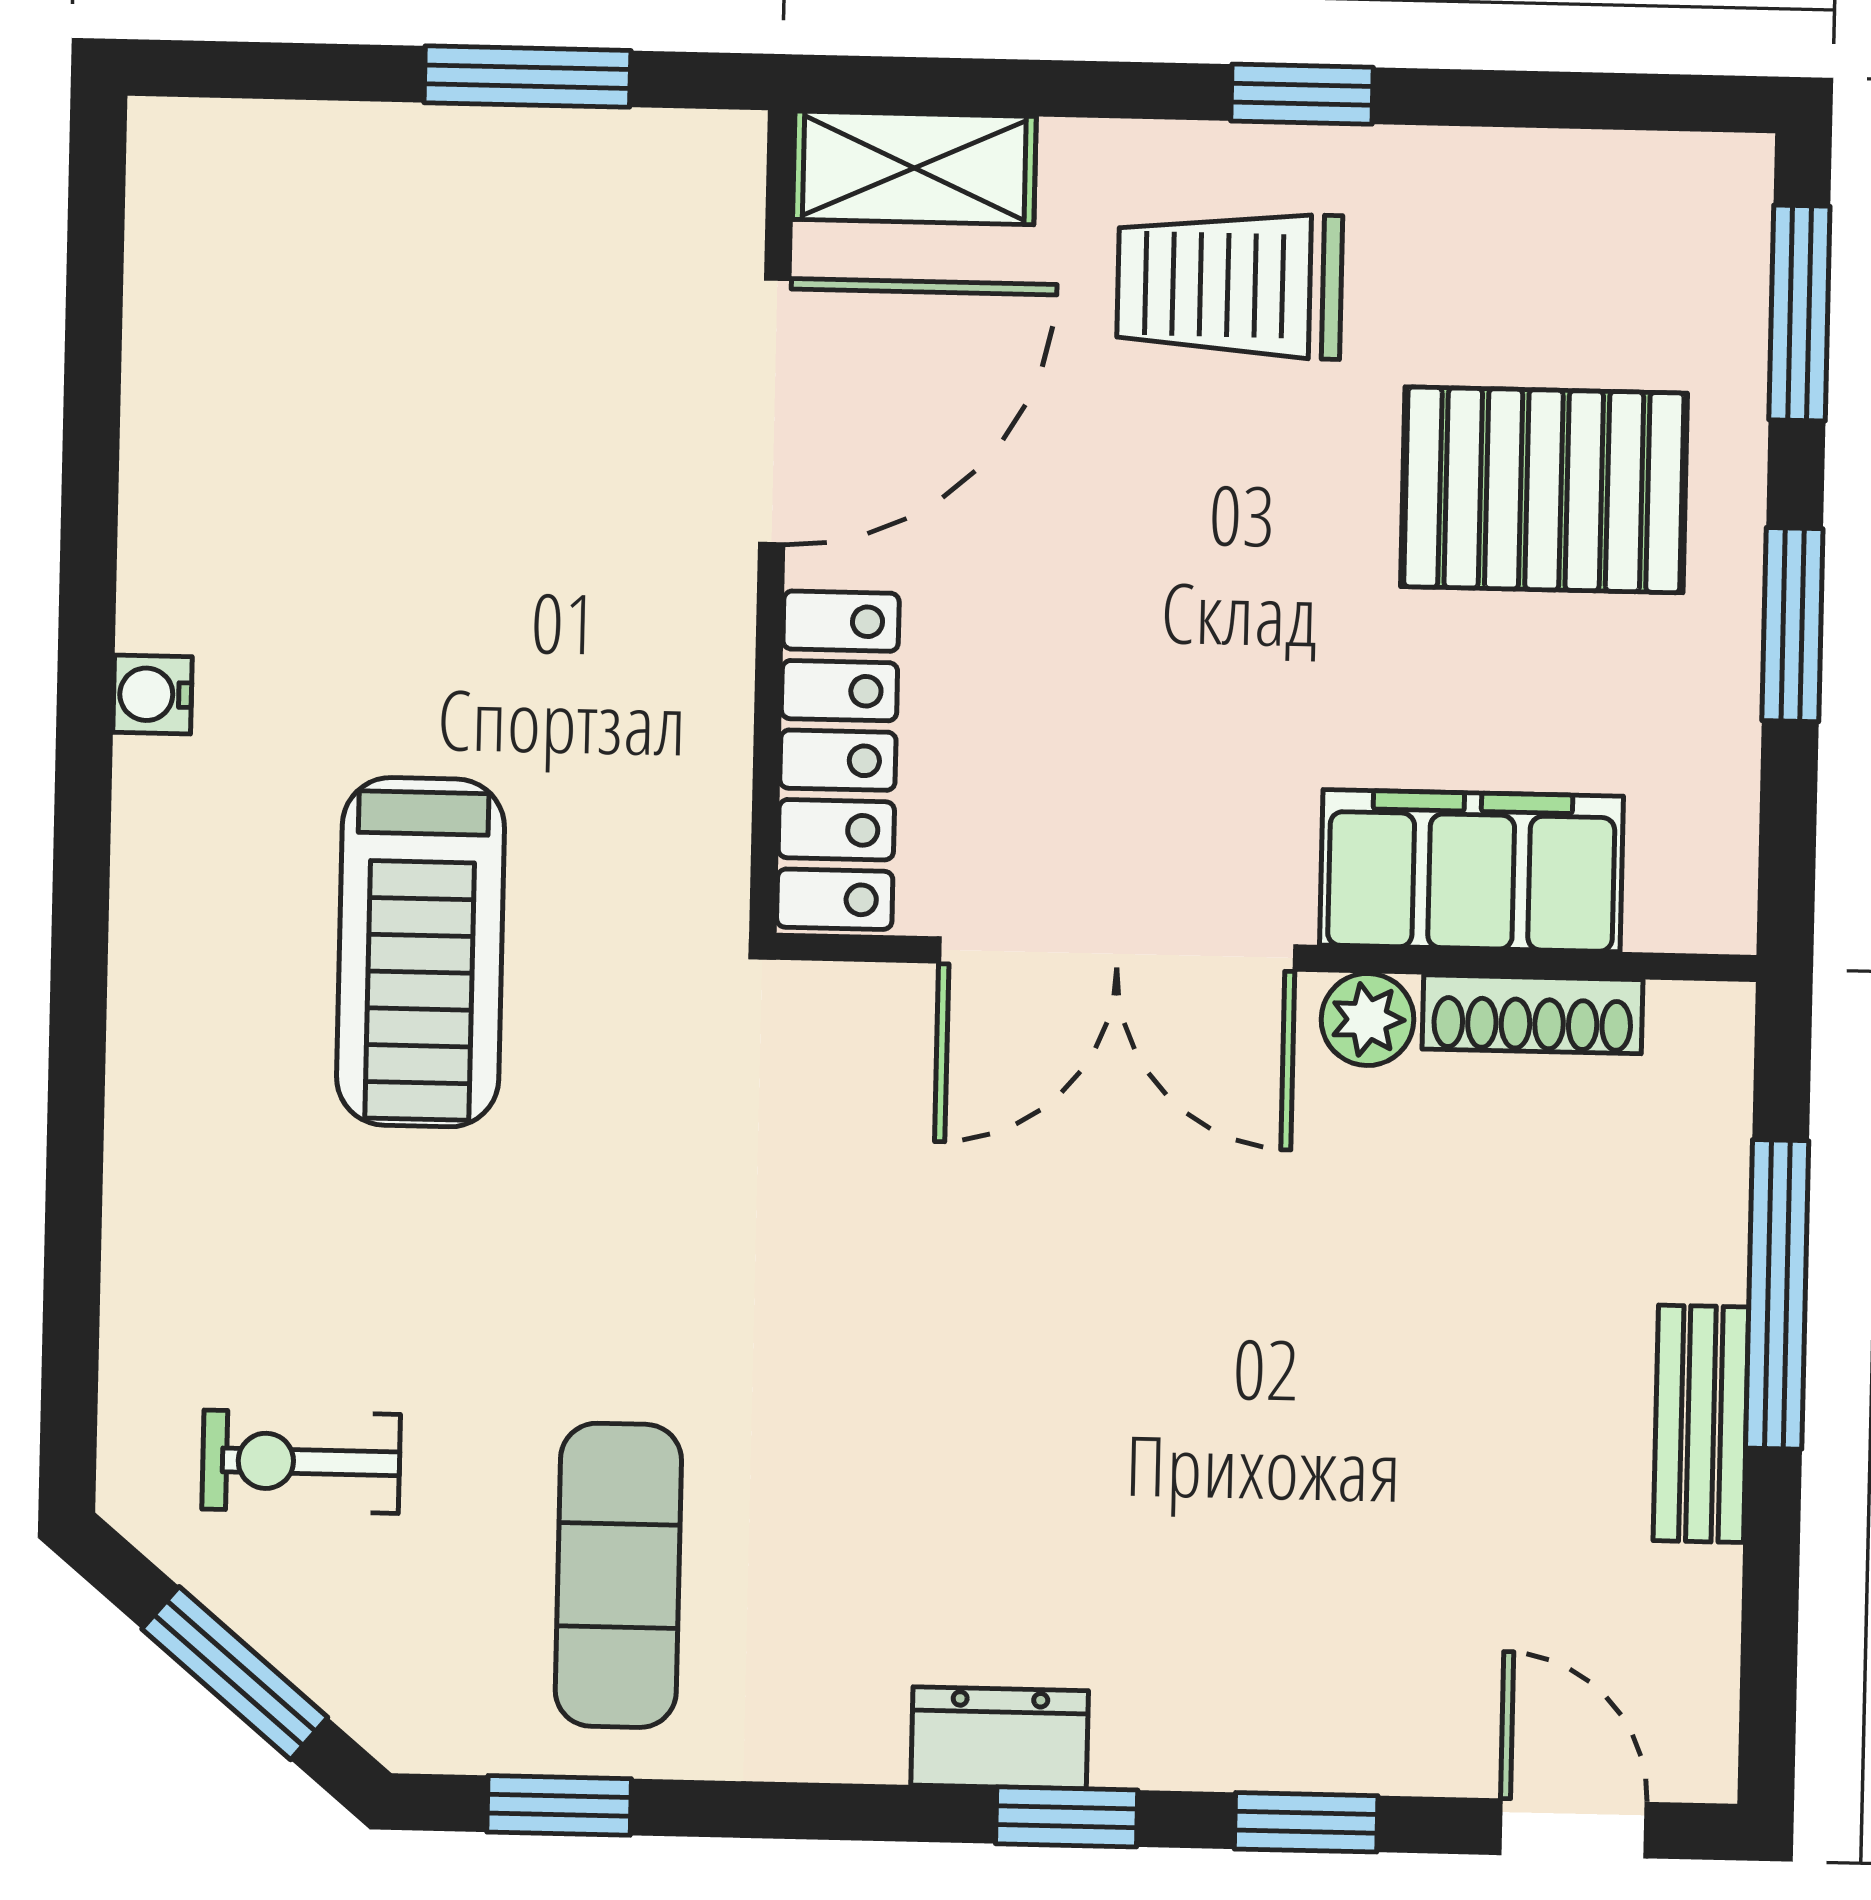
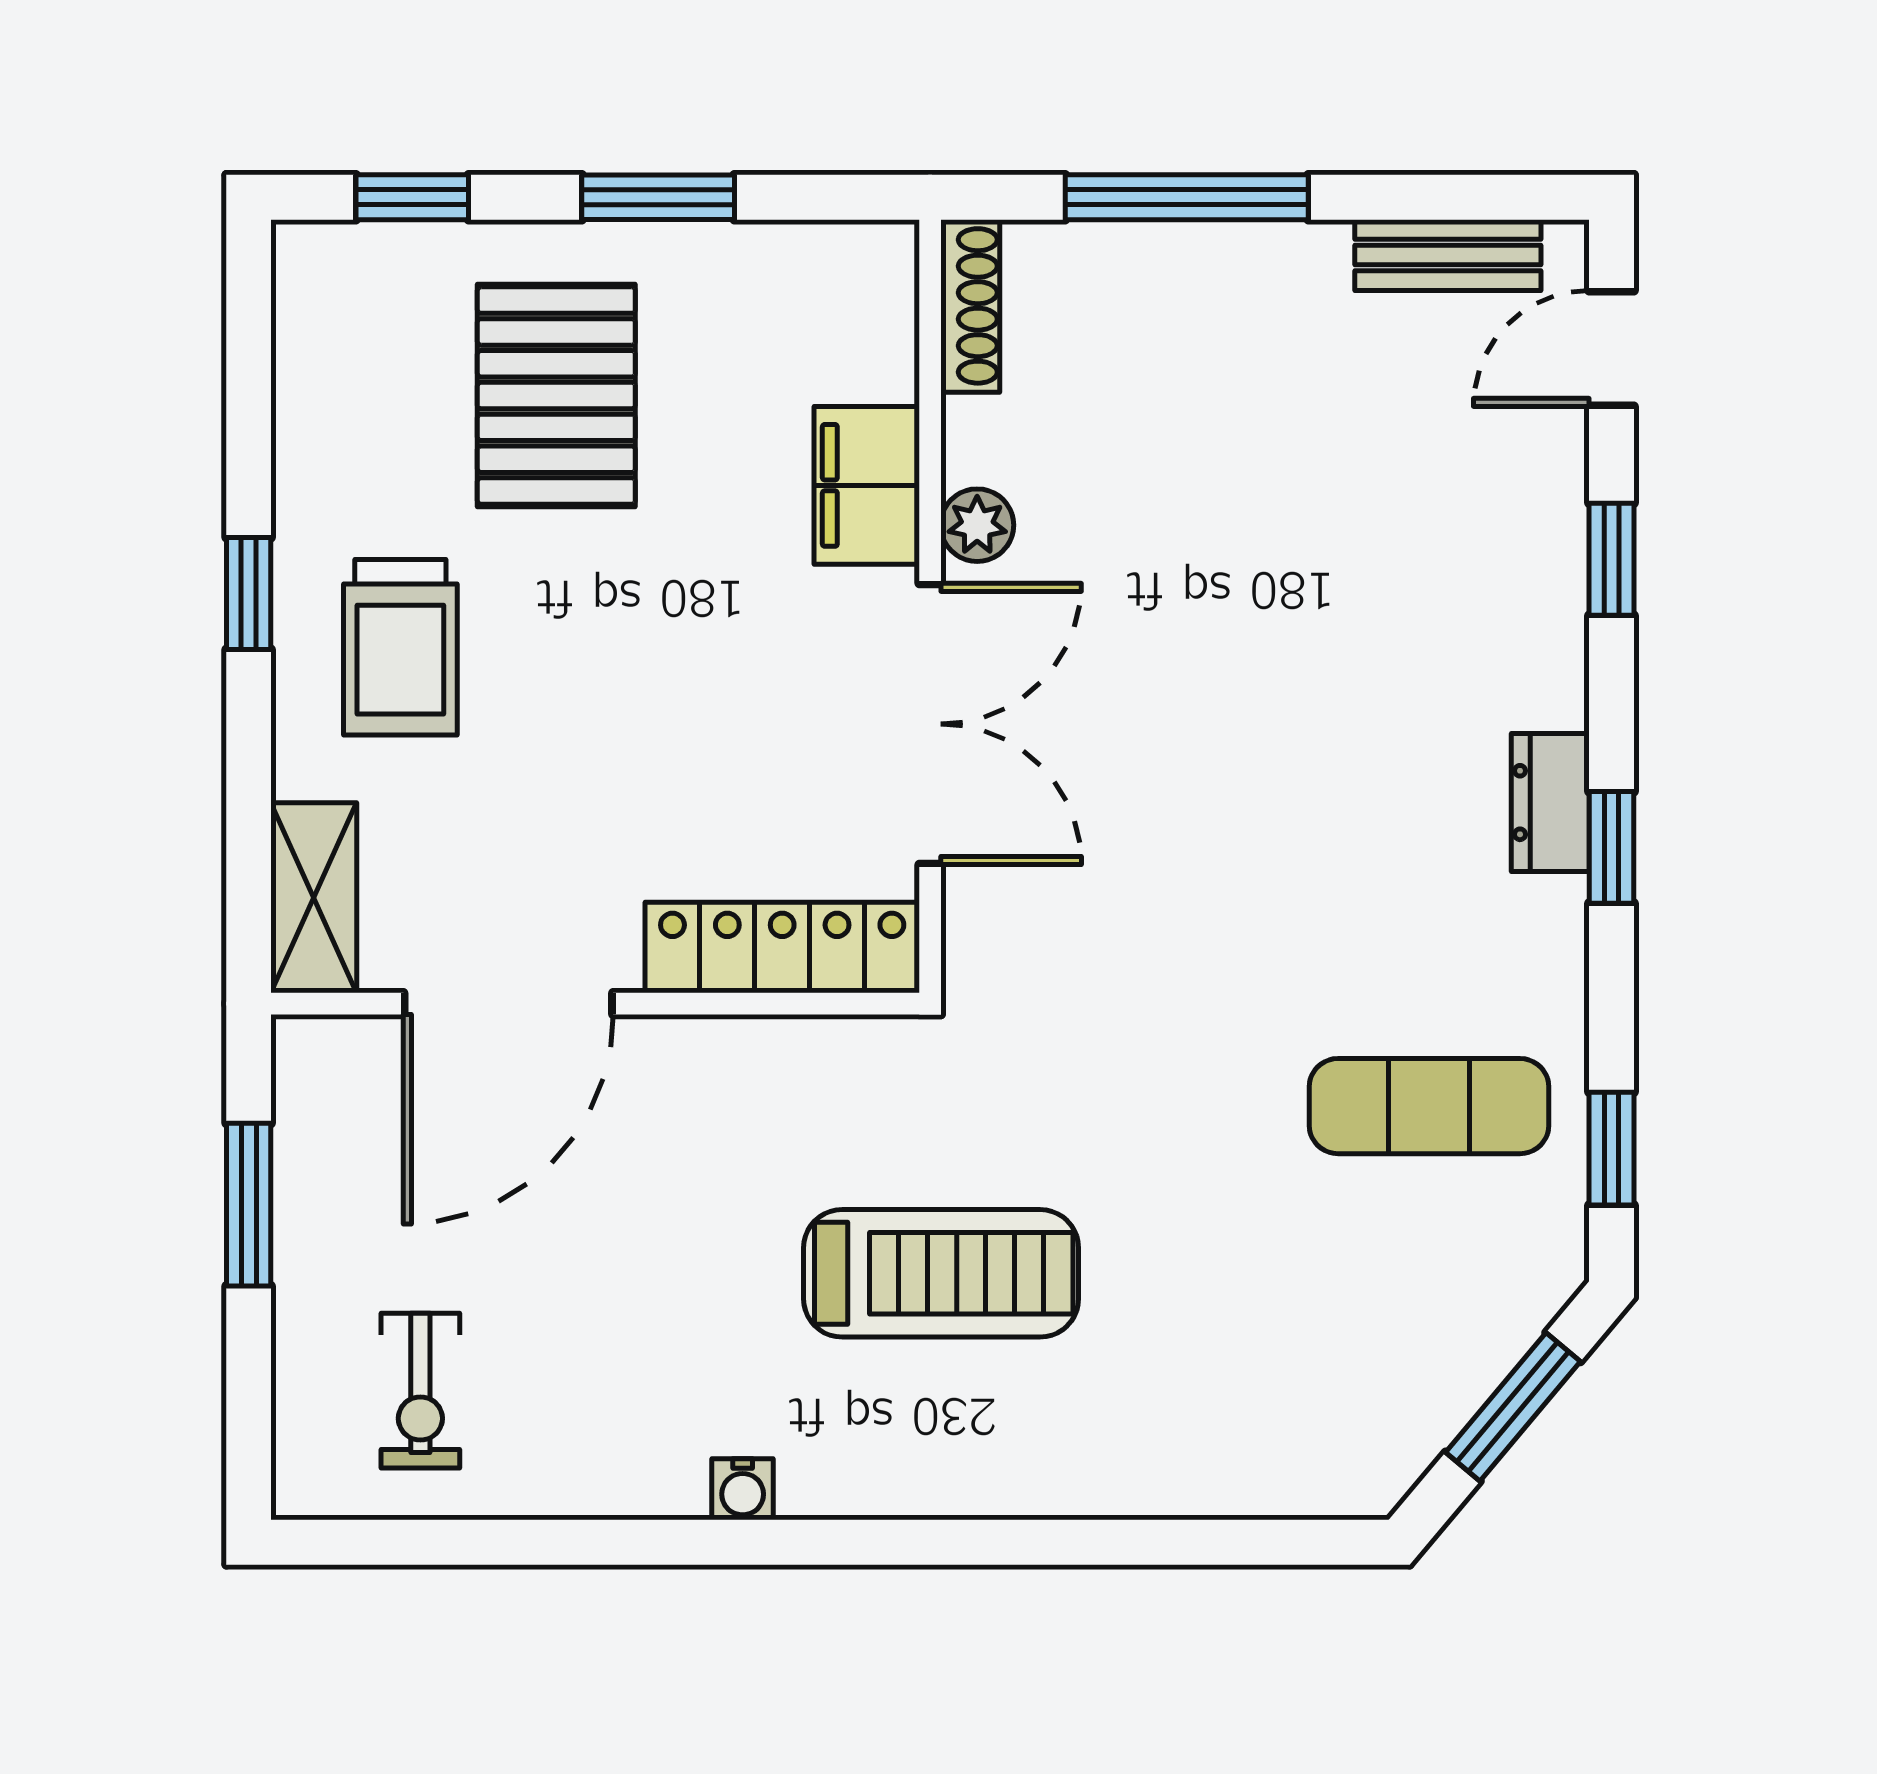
window: (1799, 313) -> (412, 197), width x0.67
door: (775, 411) -> (508, 1004), swing flipped
filing cabinet: (1471, 871) -> (867, 485), width x0.67, depth x0.86
shoe rack: (1532, 1014) -> (970, 306), moved
bench: (1701, 1424) -> (1448, 255), moved
exercise bike: (301, 1462) -> (420, 1391), moved
window: (1067, 1817) -> (1611, 847), moved

